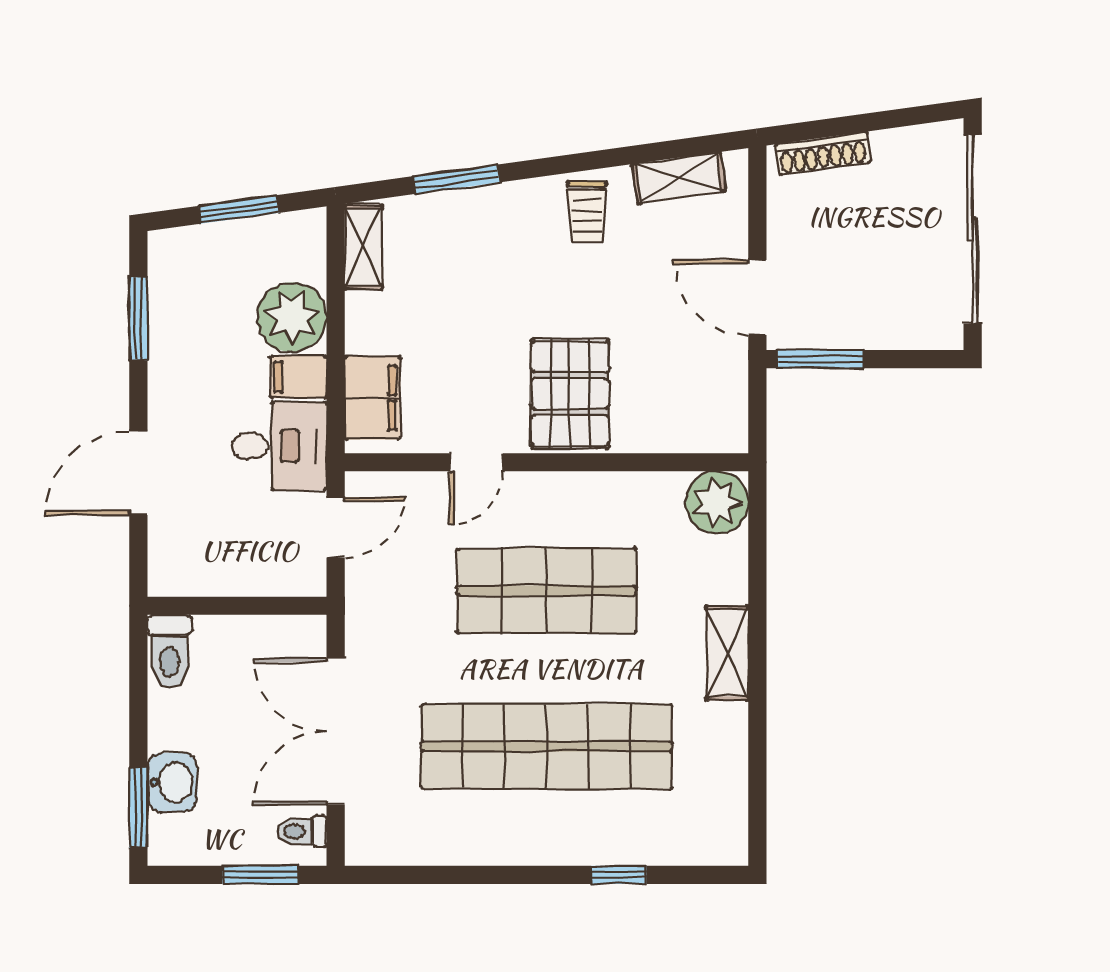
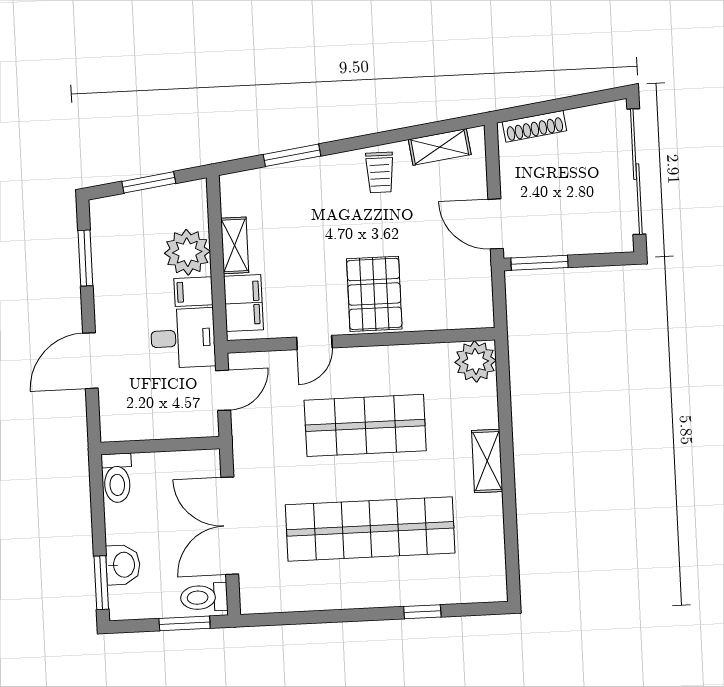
shelving: (364, 247) -> (235, 245), moved
toilet: (301, 831) -> (204, 597), width x1.37, depth x1.39

